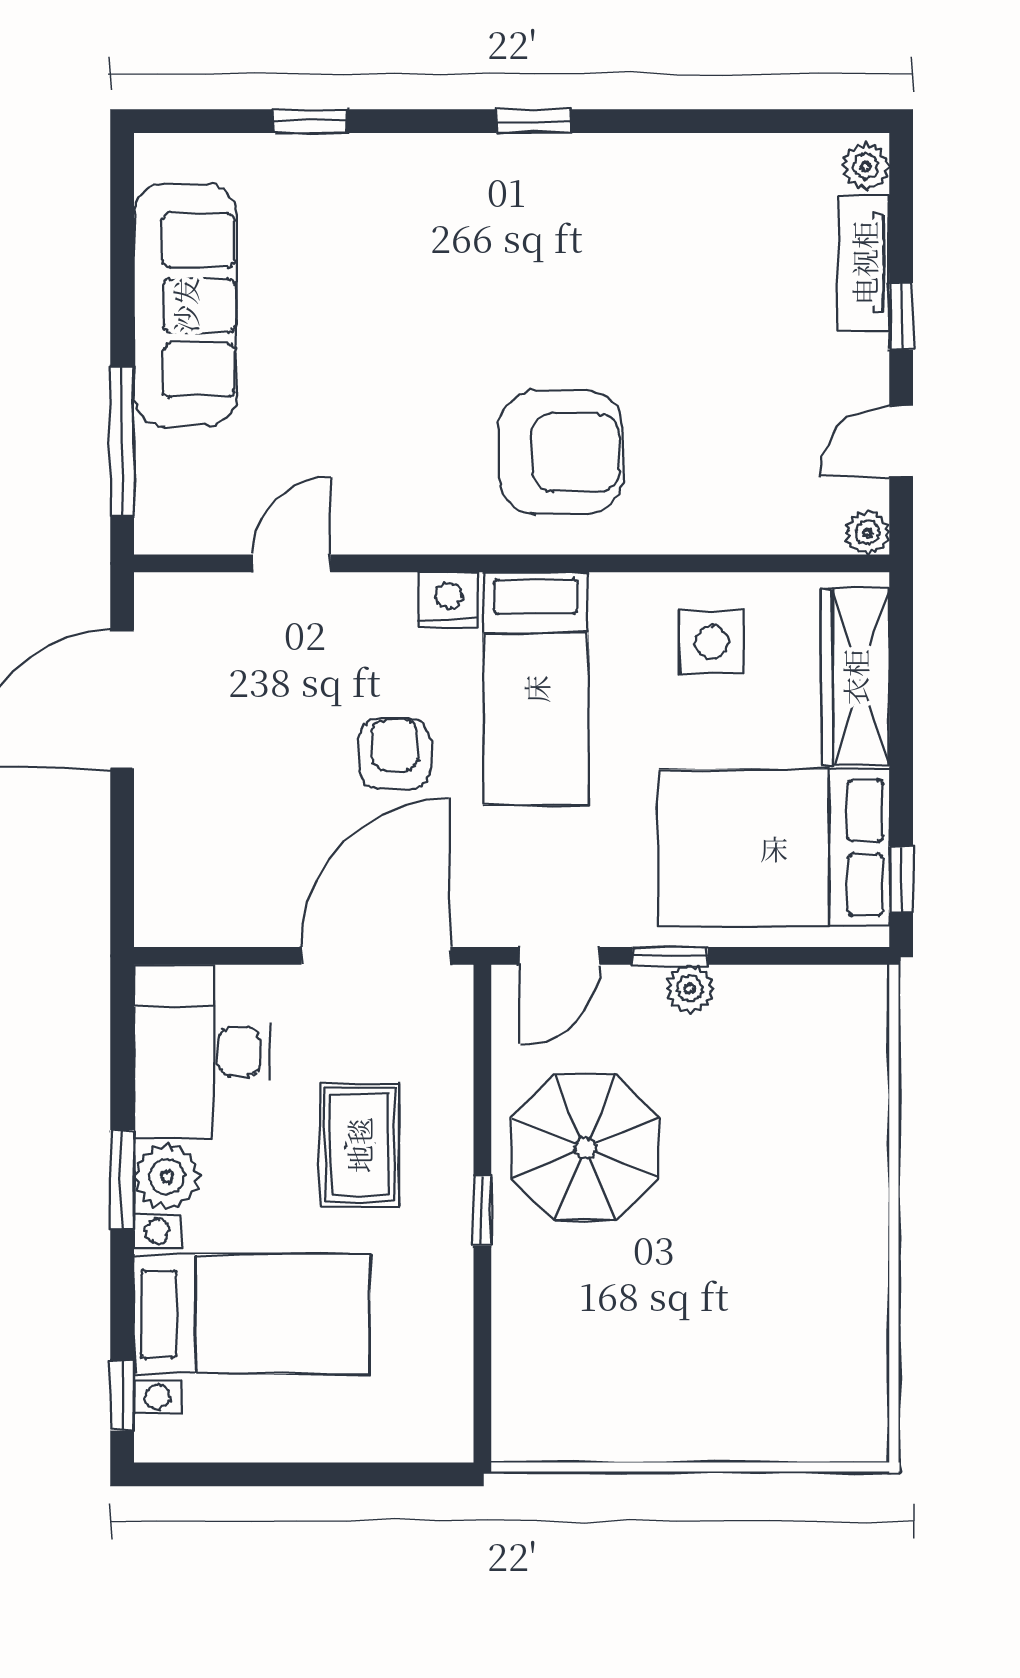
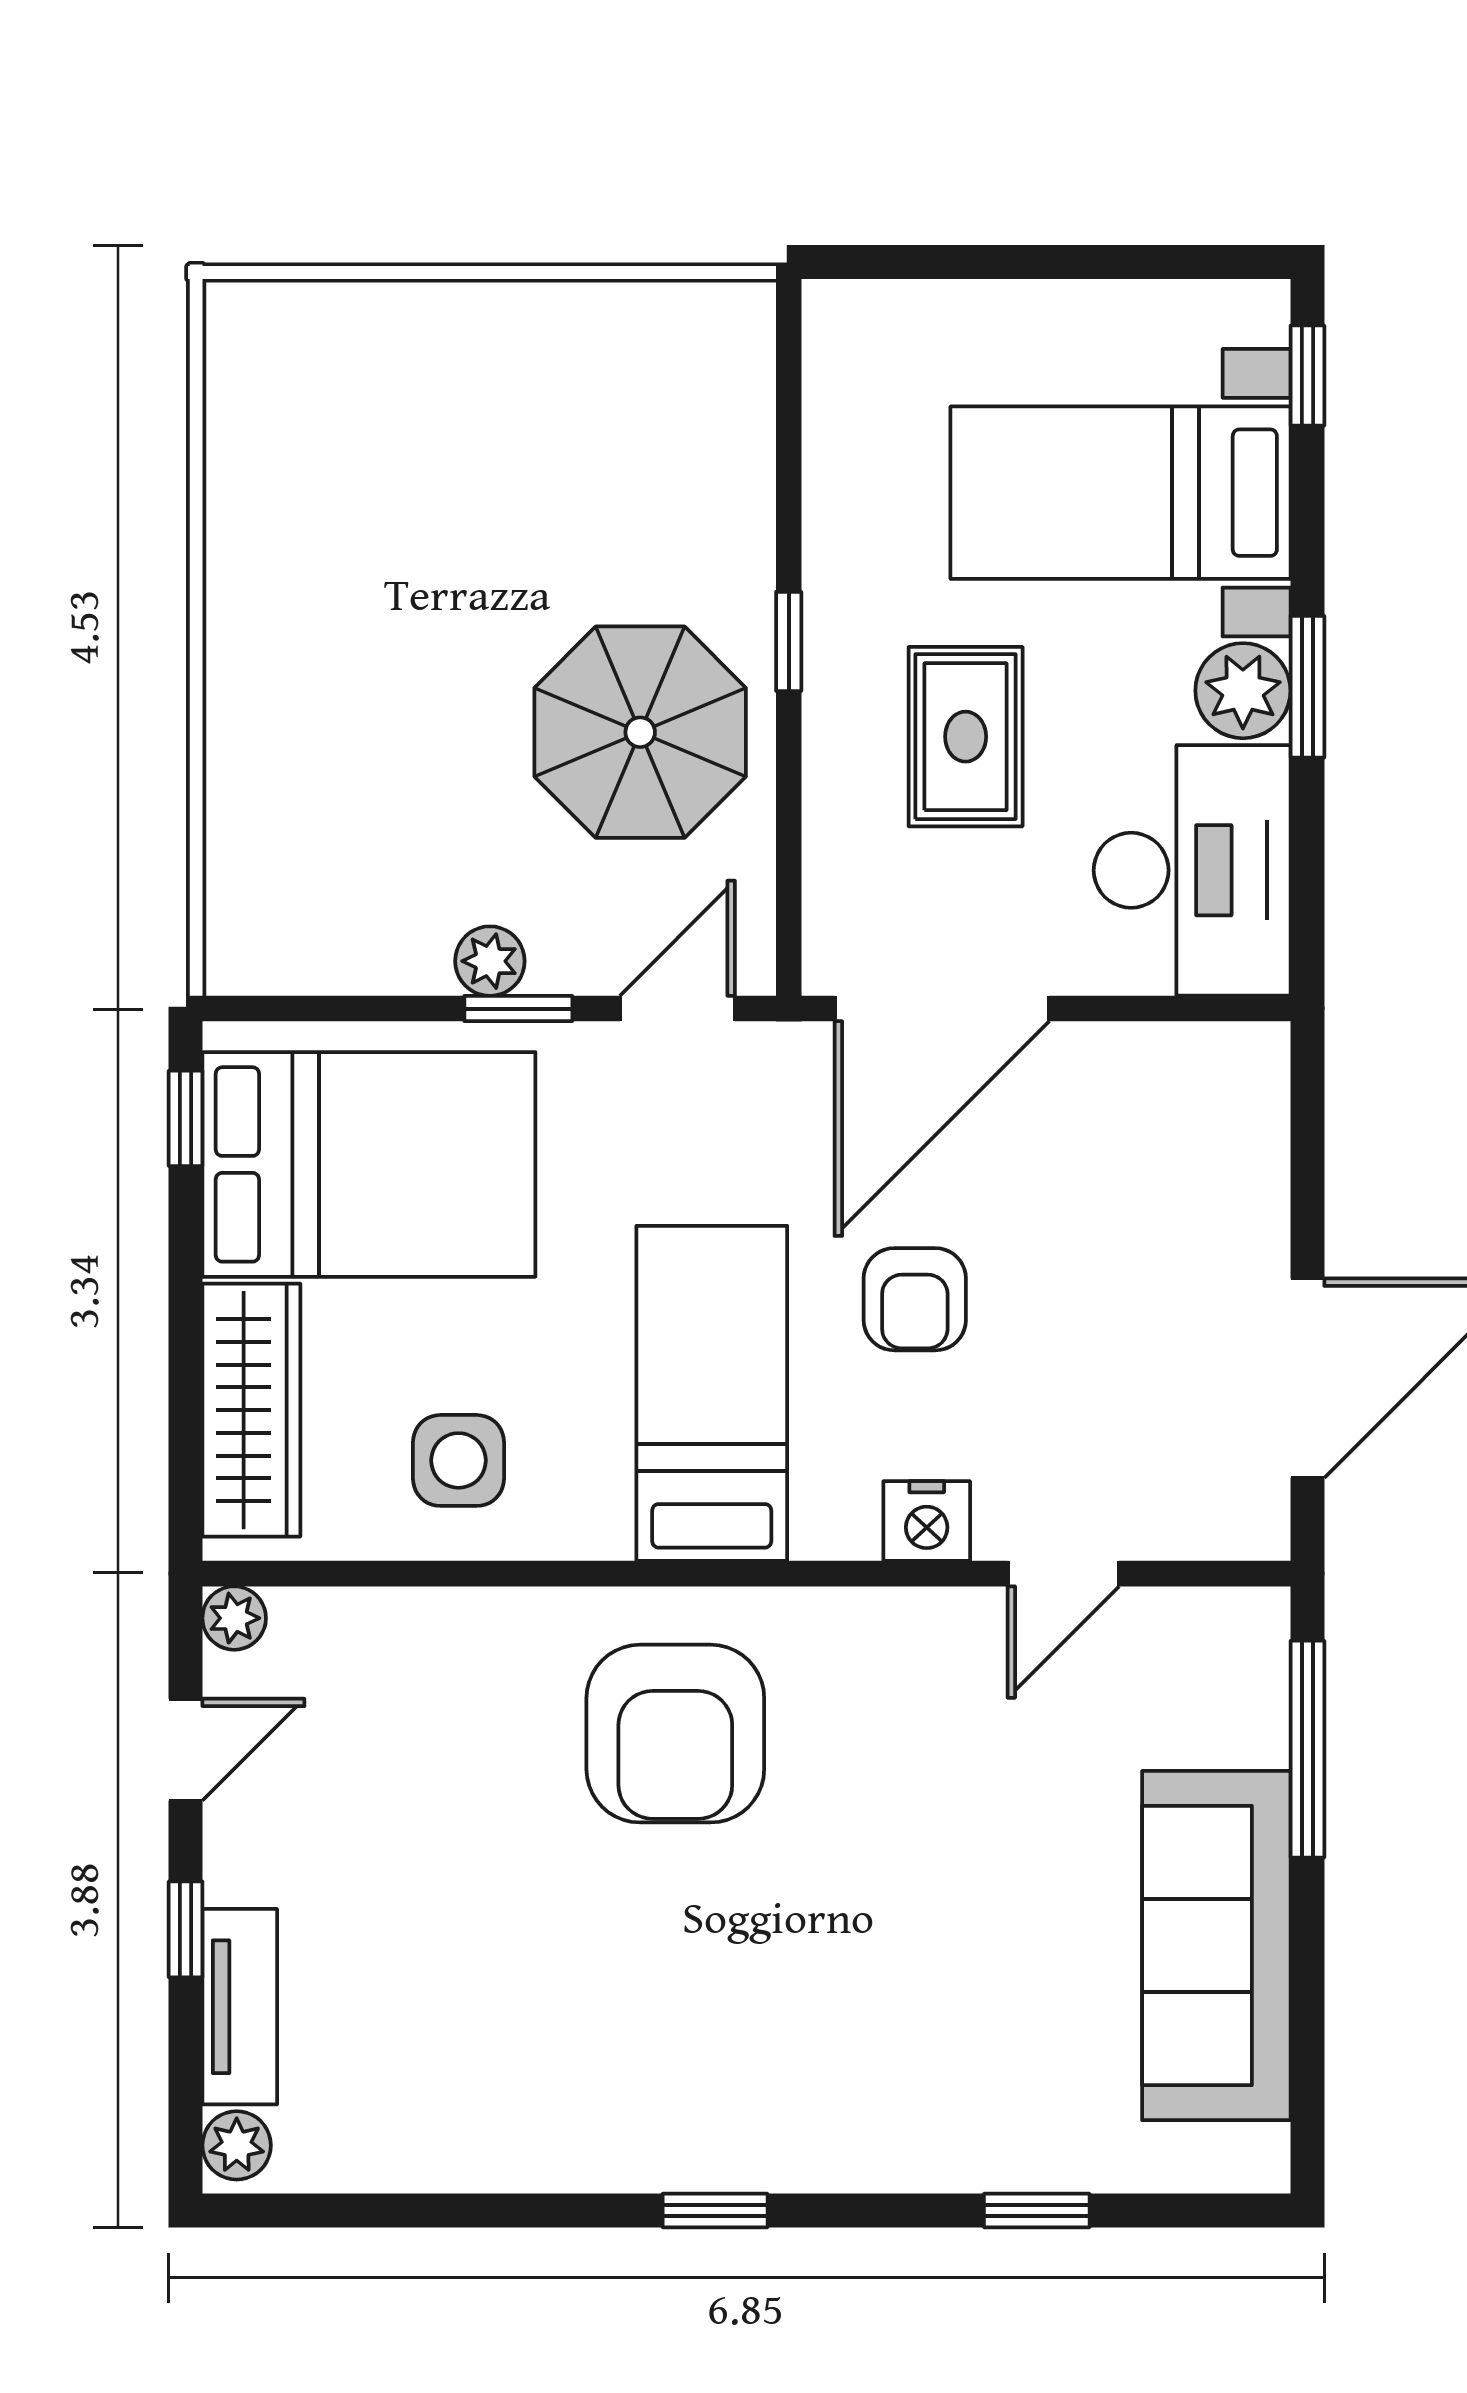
armchair: (561, 452) -> (675, 1734), turned -90
nightstand: (449, 600) -> (927, 1521), moved

